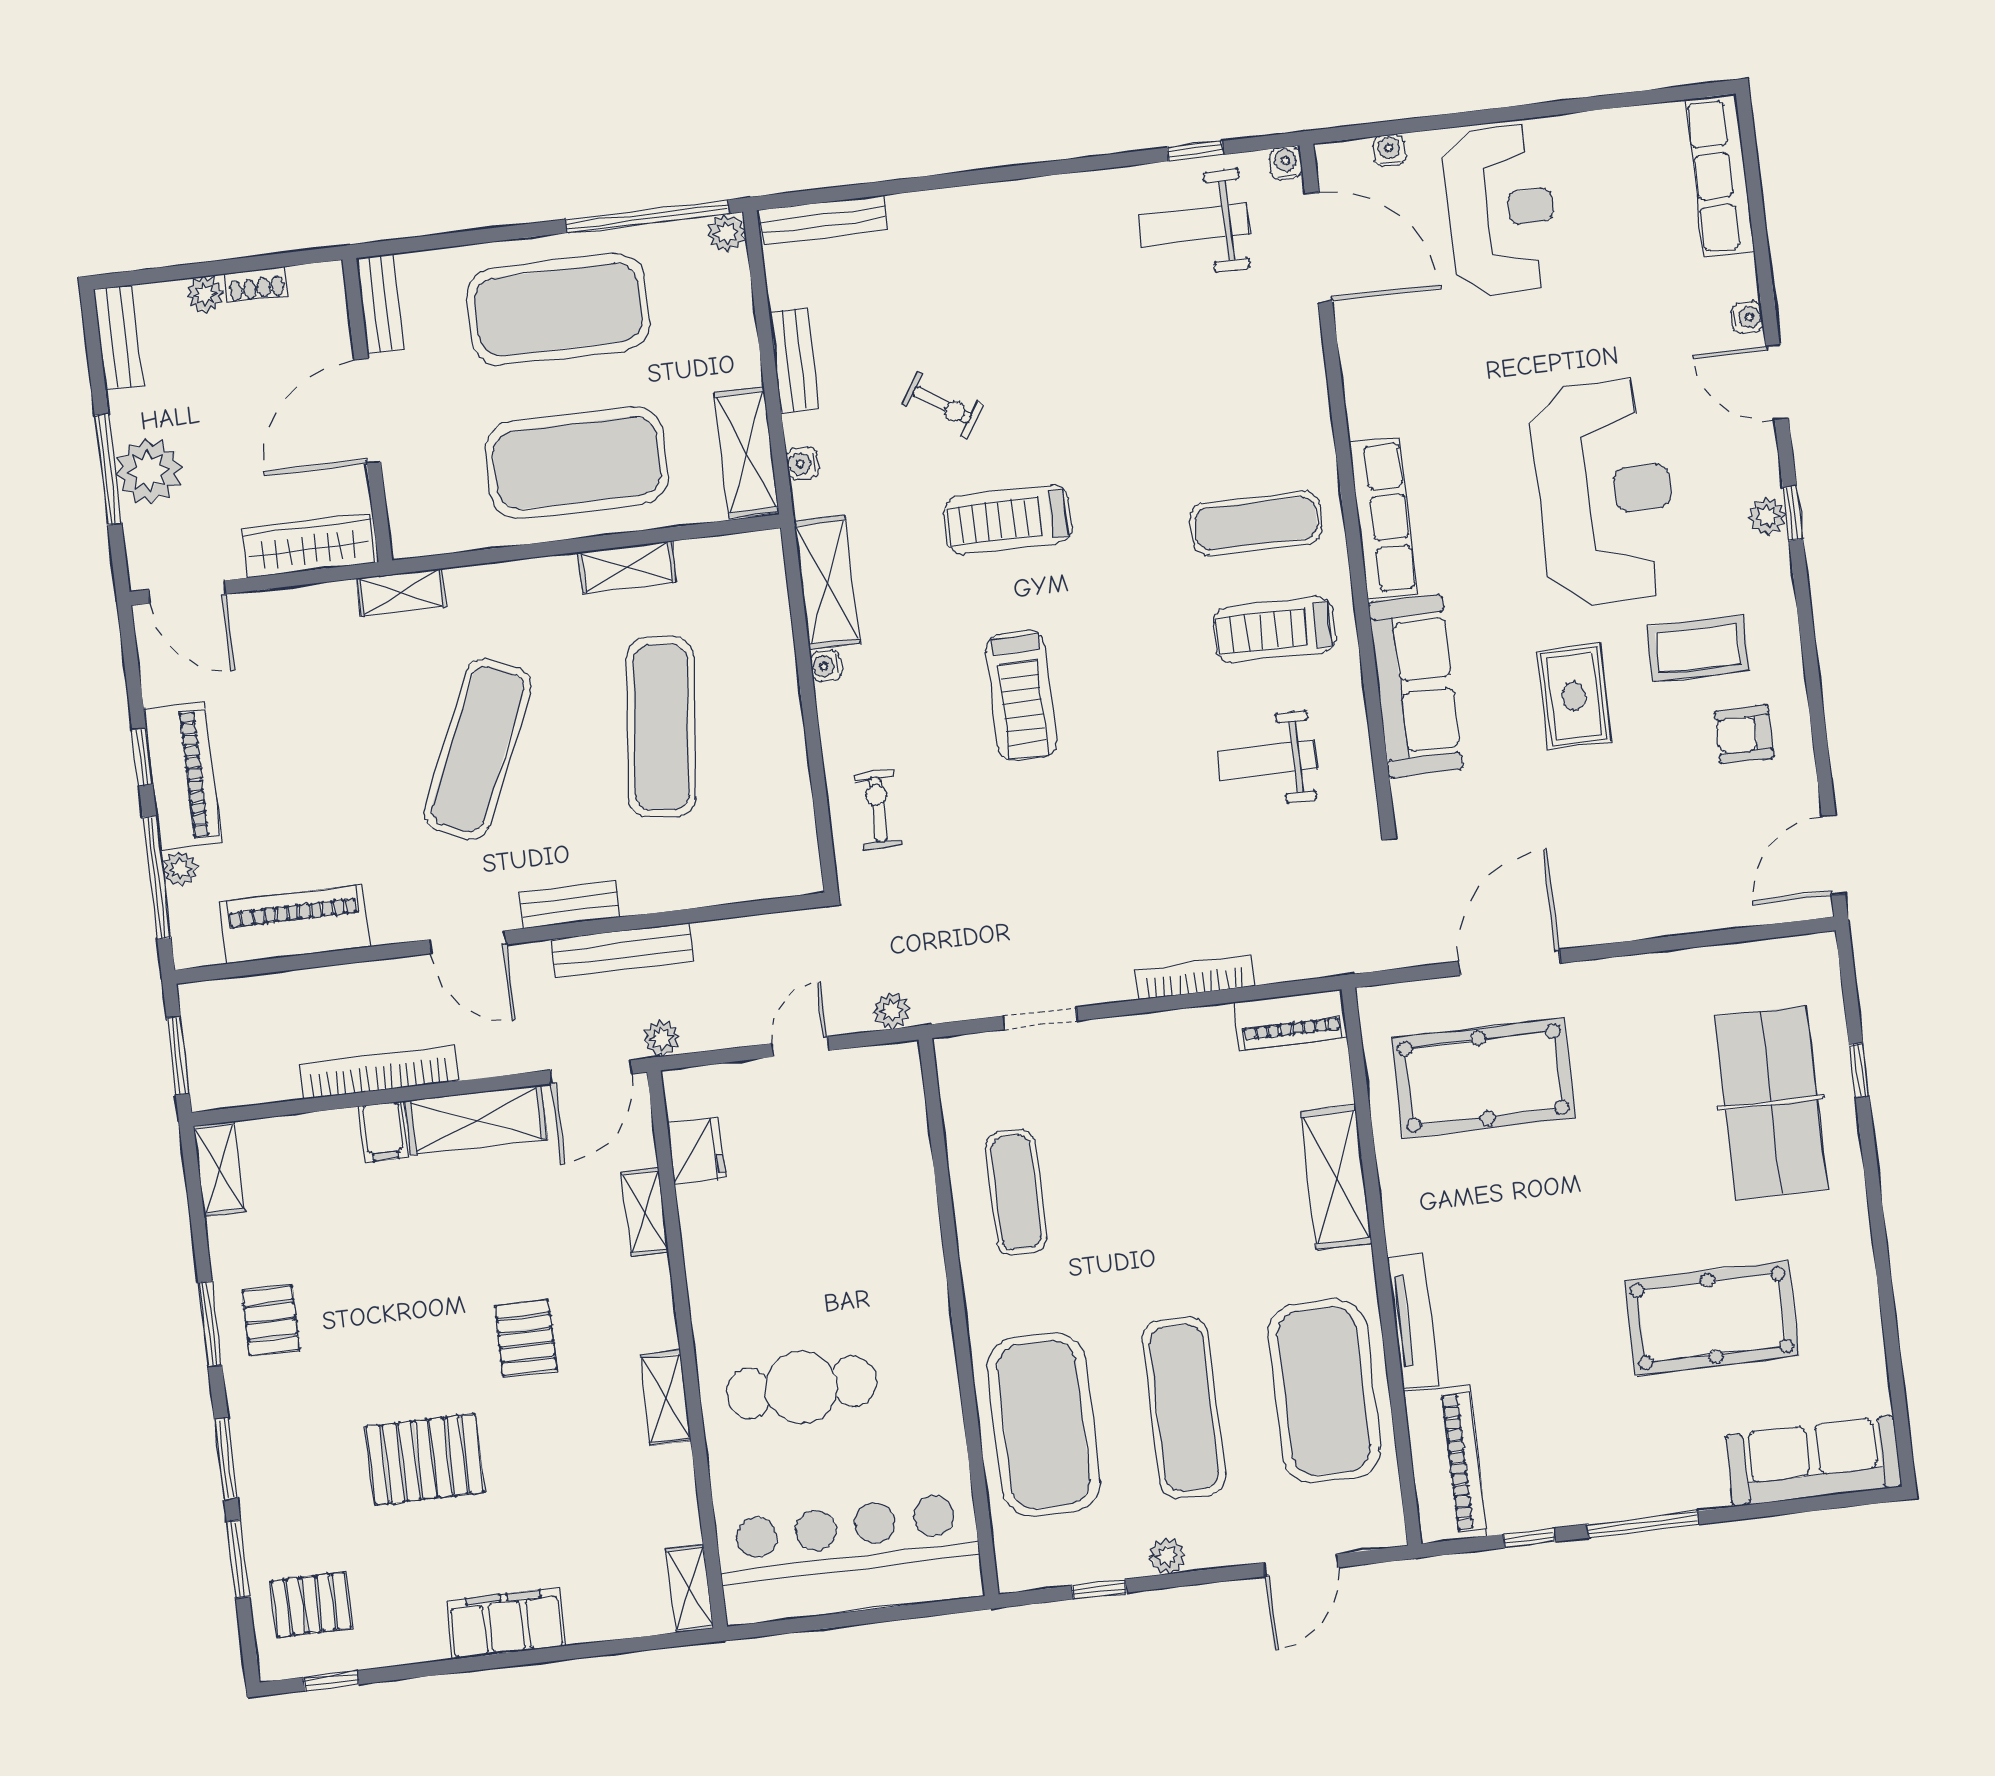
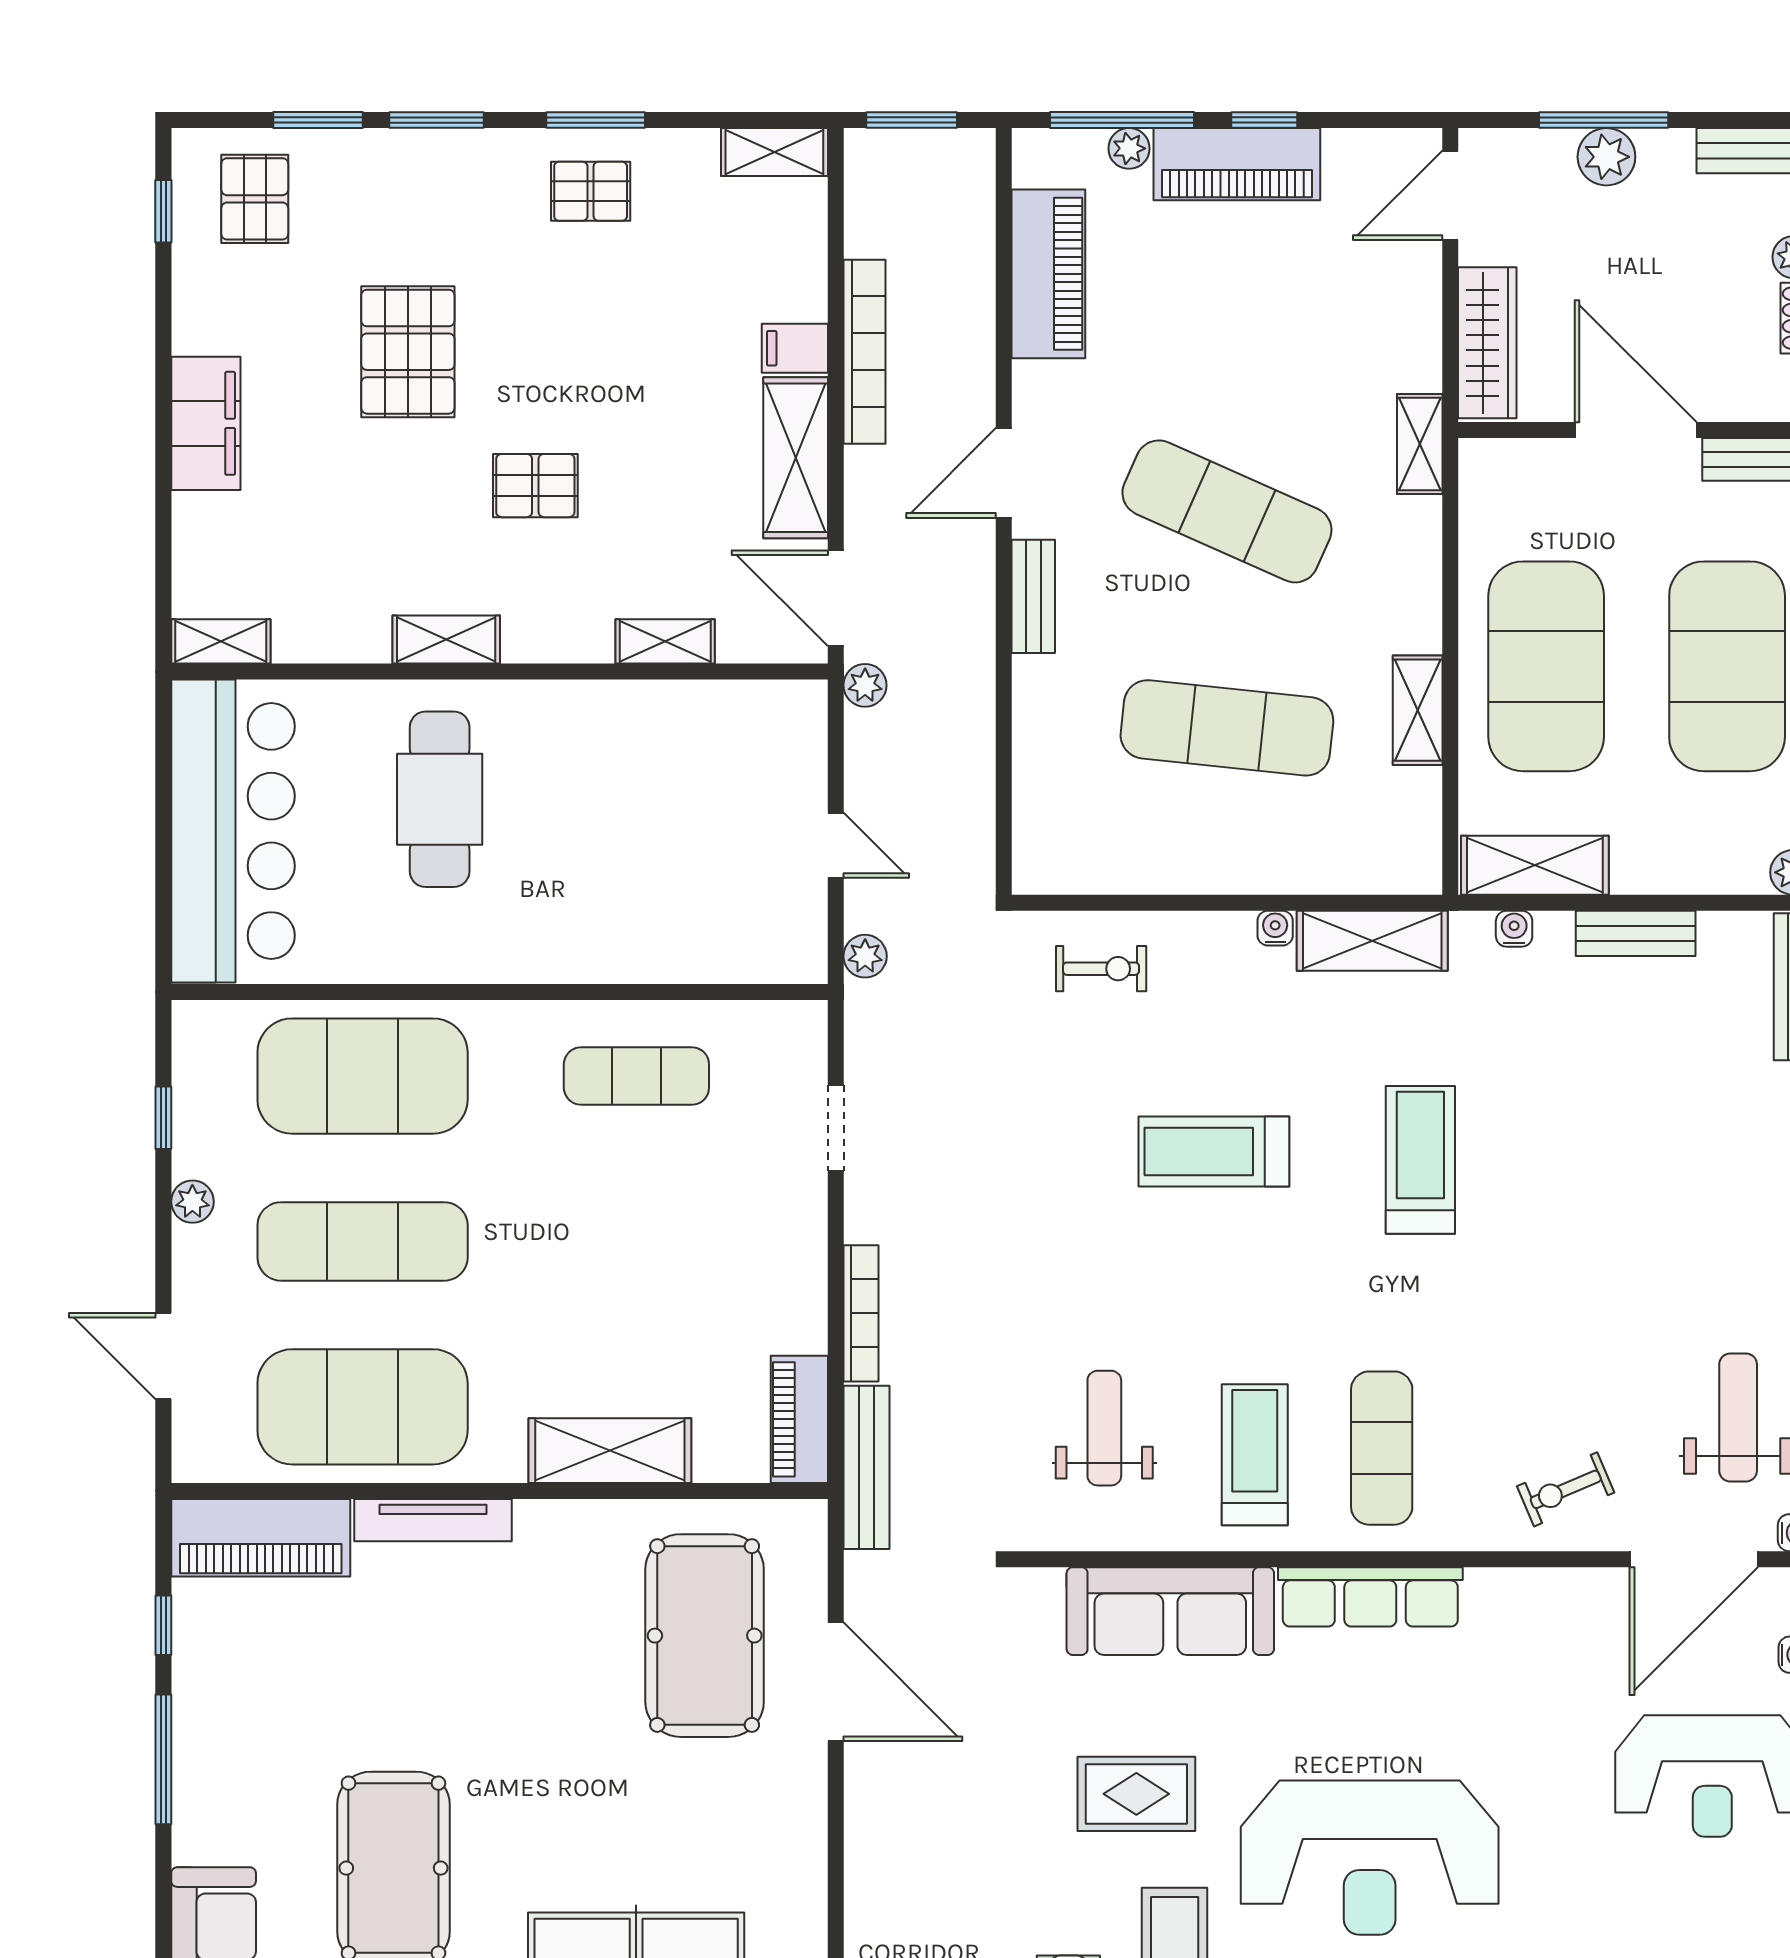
exercise bike: (942, 405) -> (1566, 1489), moved, turned 33
plant: (149, 471) -> (1606, 157), width x0.73, depth x0.73
bench: (622, 950) -> (866, 1467), moved
fridge: (696, 1151) -> (729, 710), removed

